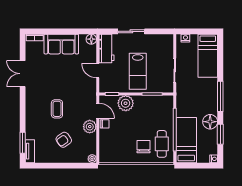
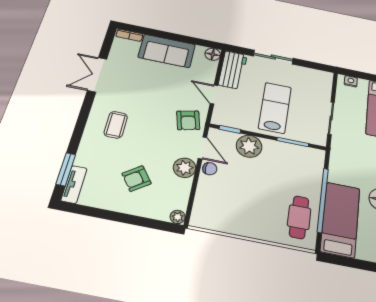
lab bench: (138, 71) -> (275, 108), turned 180
armchair: (85, 94) -> (188, 120), added
coffee table: (57, 109) -> (116, 125), moved
chair: (144, 147) -> (268, 215), removed

